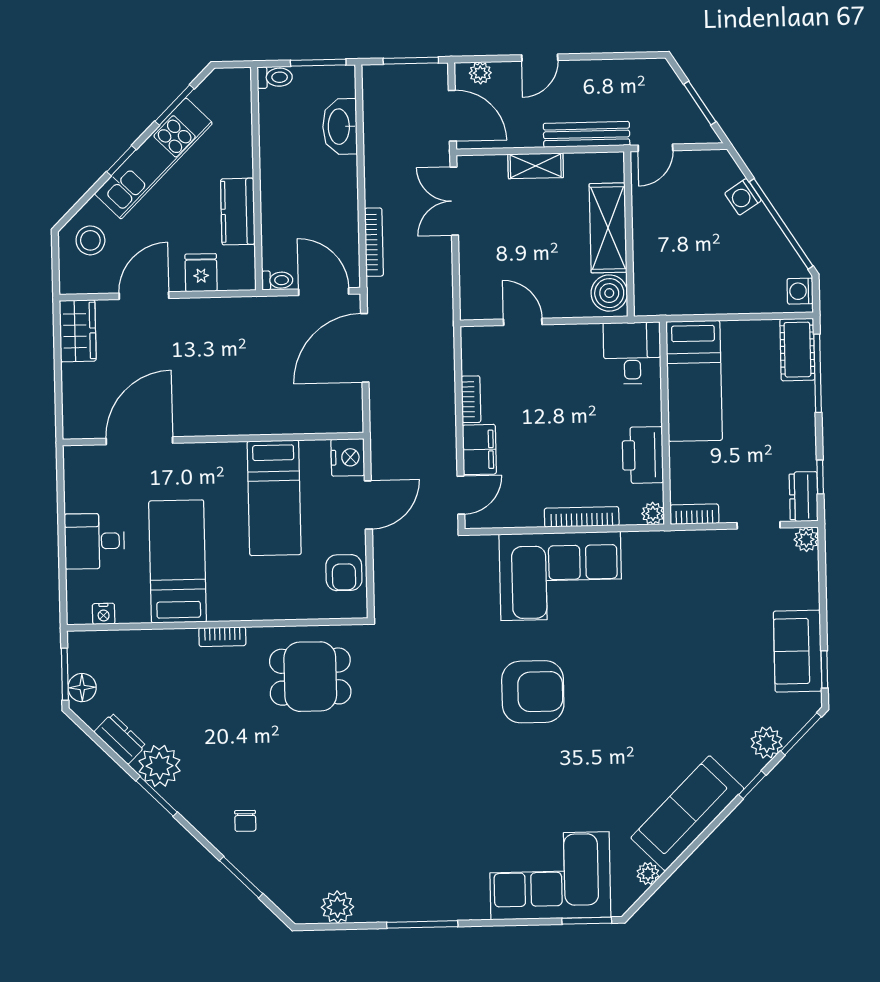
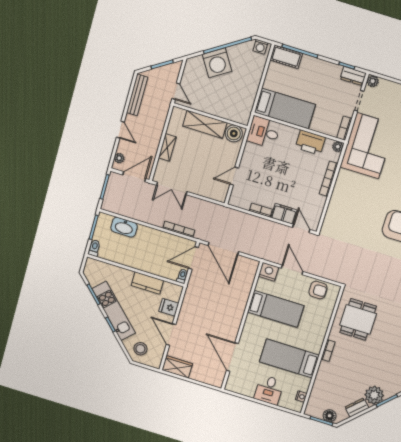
bench: (587, 134) -> (137, 95), moved
washing machine: (743, 197) -> (217, 63), width x1.89, depth x1.89
corner sofa: (561, 576) -> (368, 146), moved

